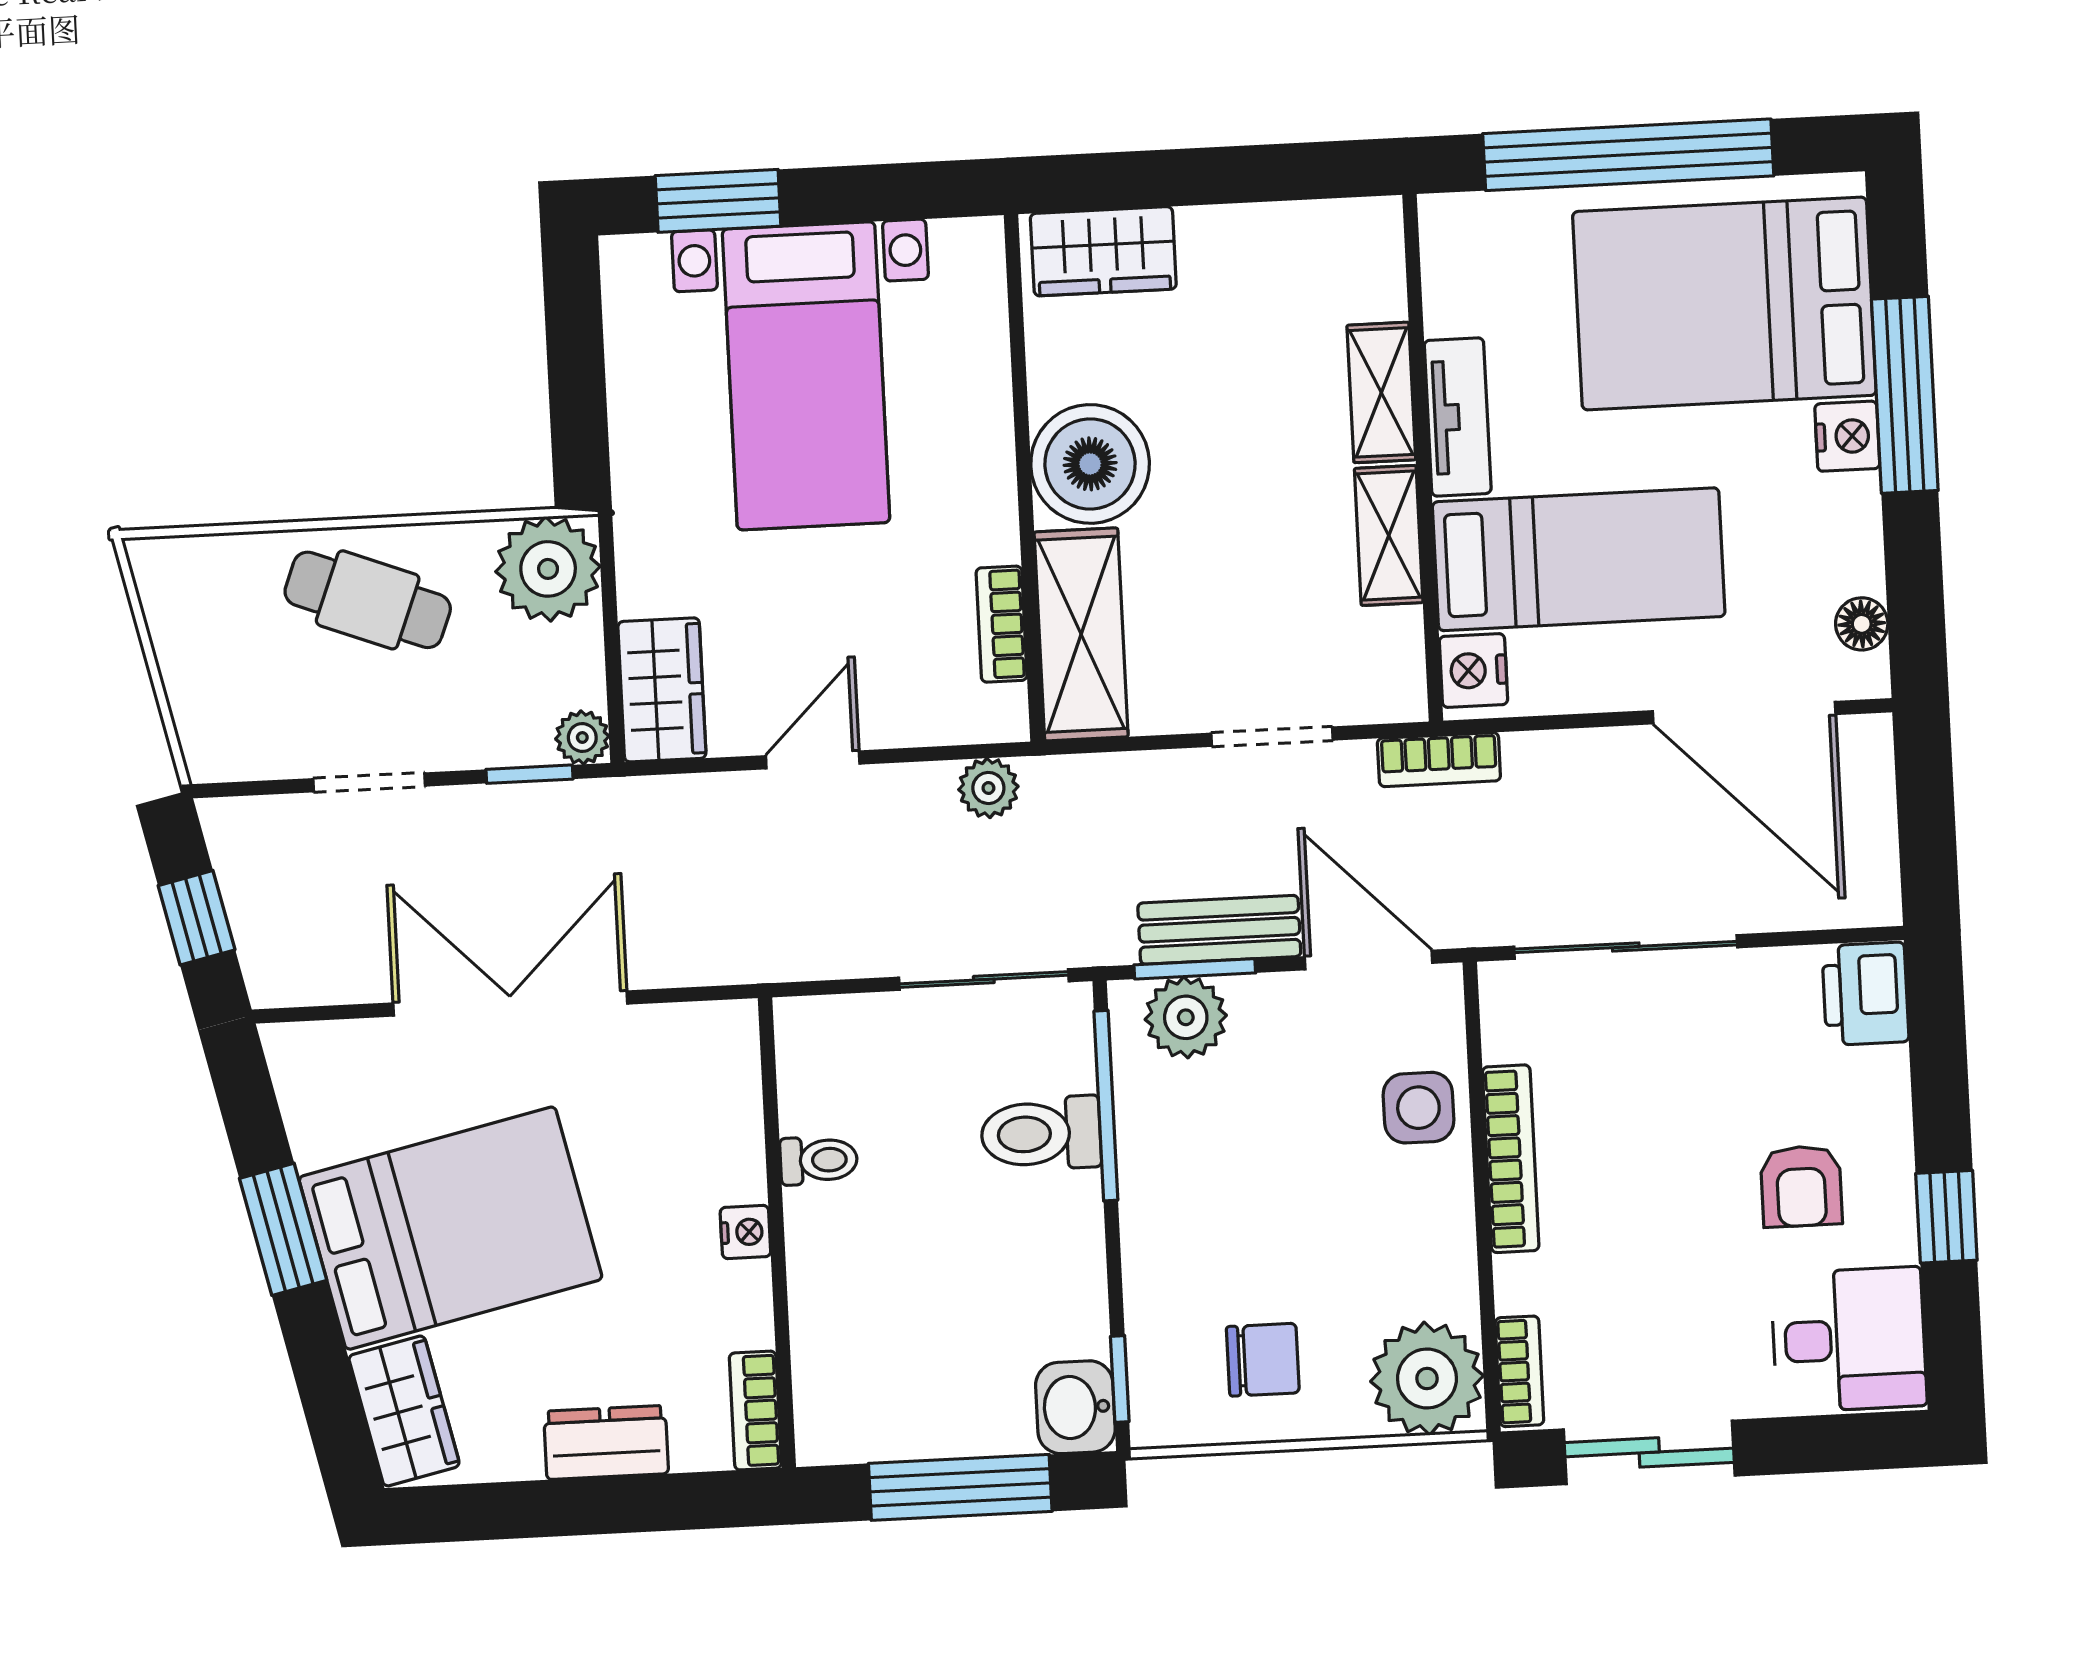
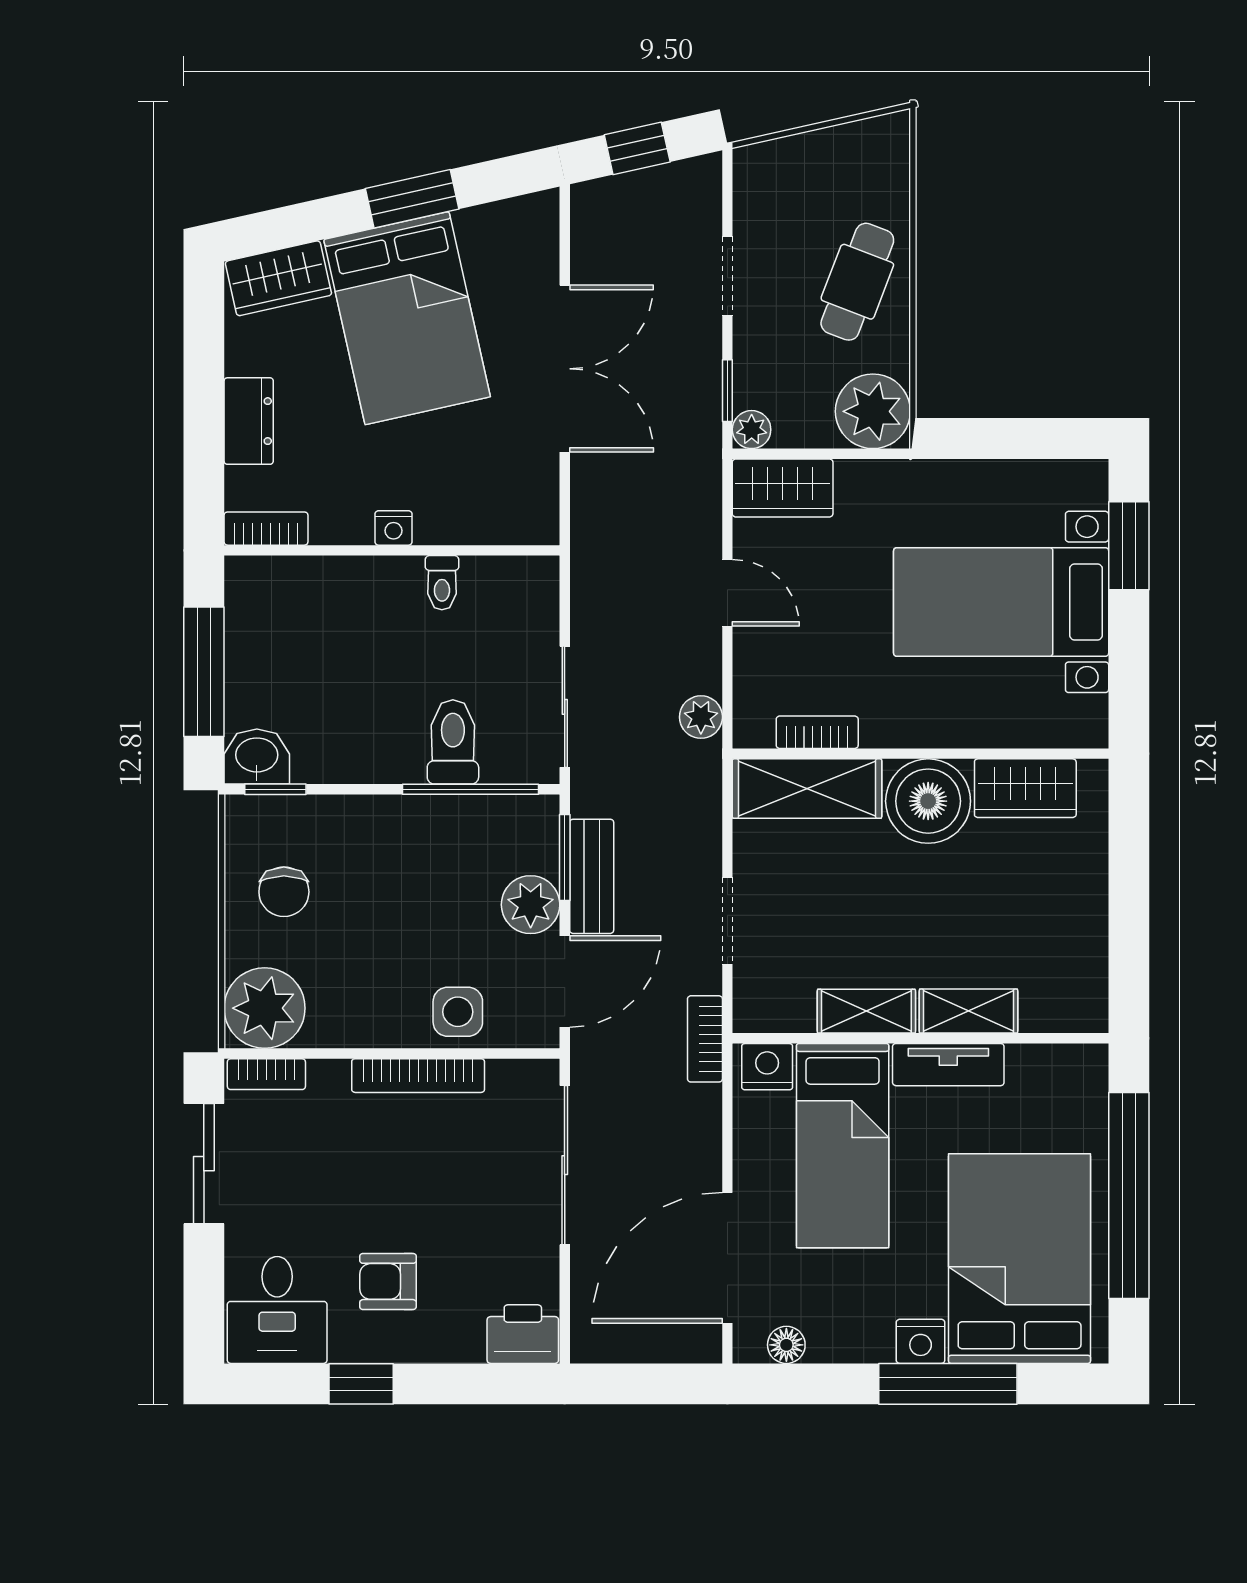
wardrobe: (1103, 251) -> (1025, 788), moved, turned -90
plant: (1186, 1017) -> (531, 905), moved

